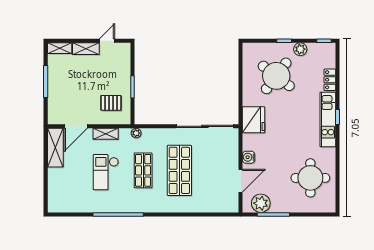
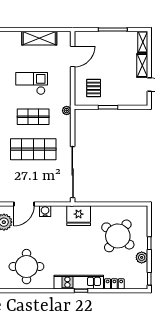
door: (76, 126) -> (73, 56), swing flipped
shelving: (106, 134) -> (66, 83), removed
shelving: (55, 148) -> (39, 38), moved
door: (241, 181) -> (24, 204), hinge flipped

